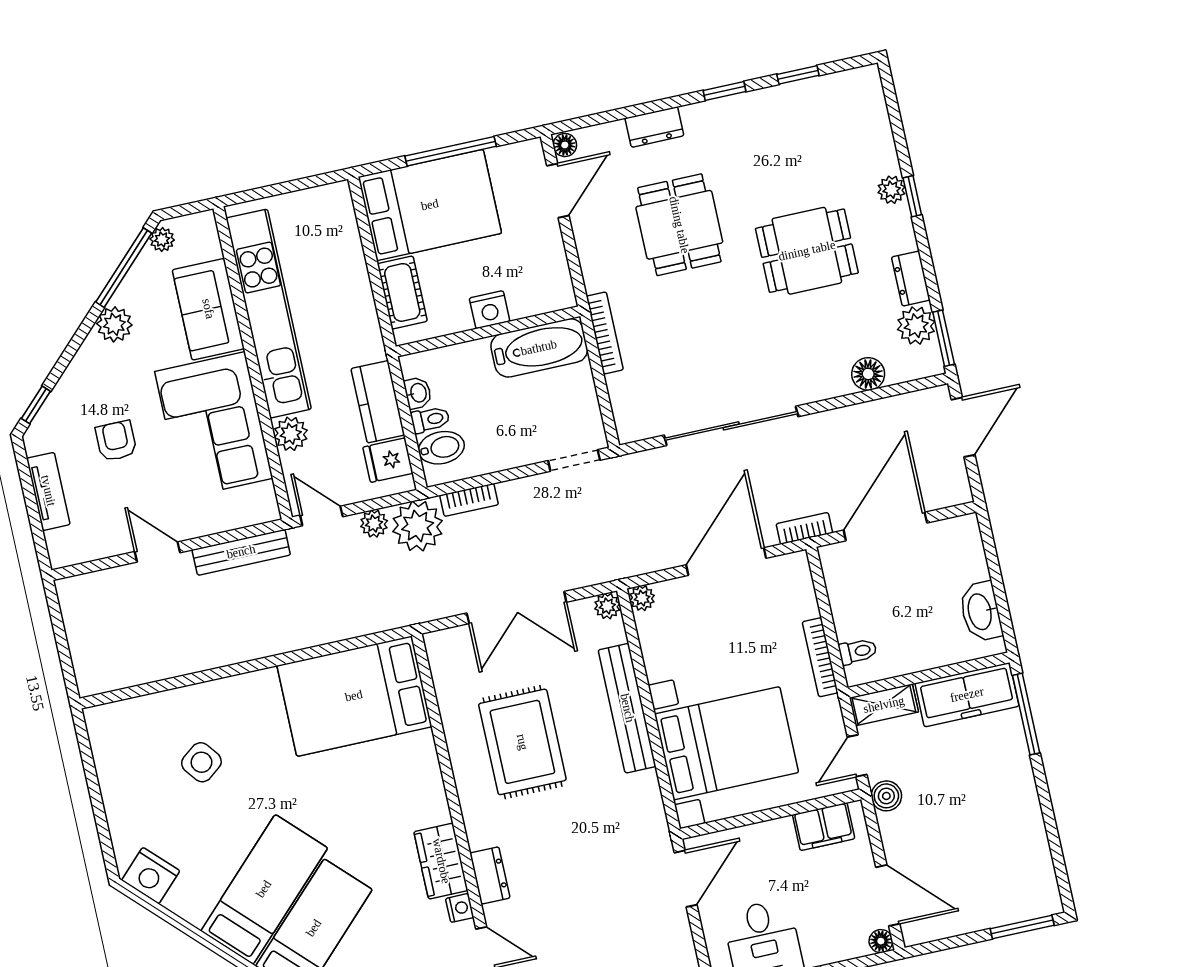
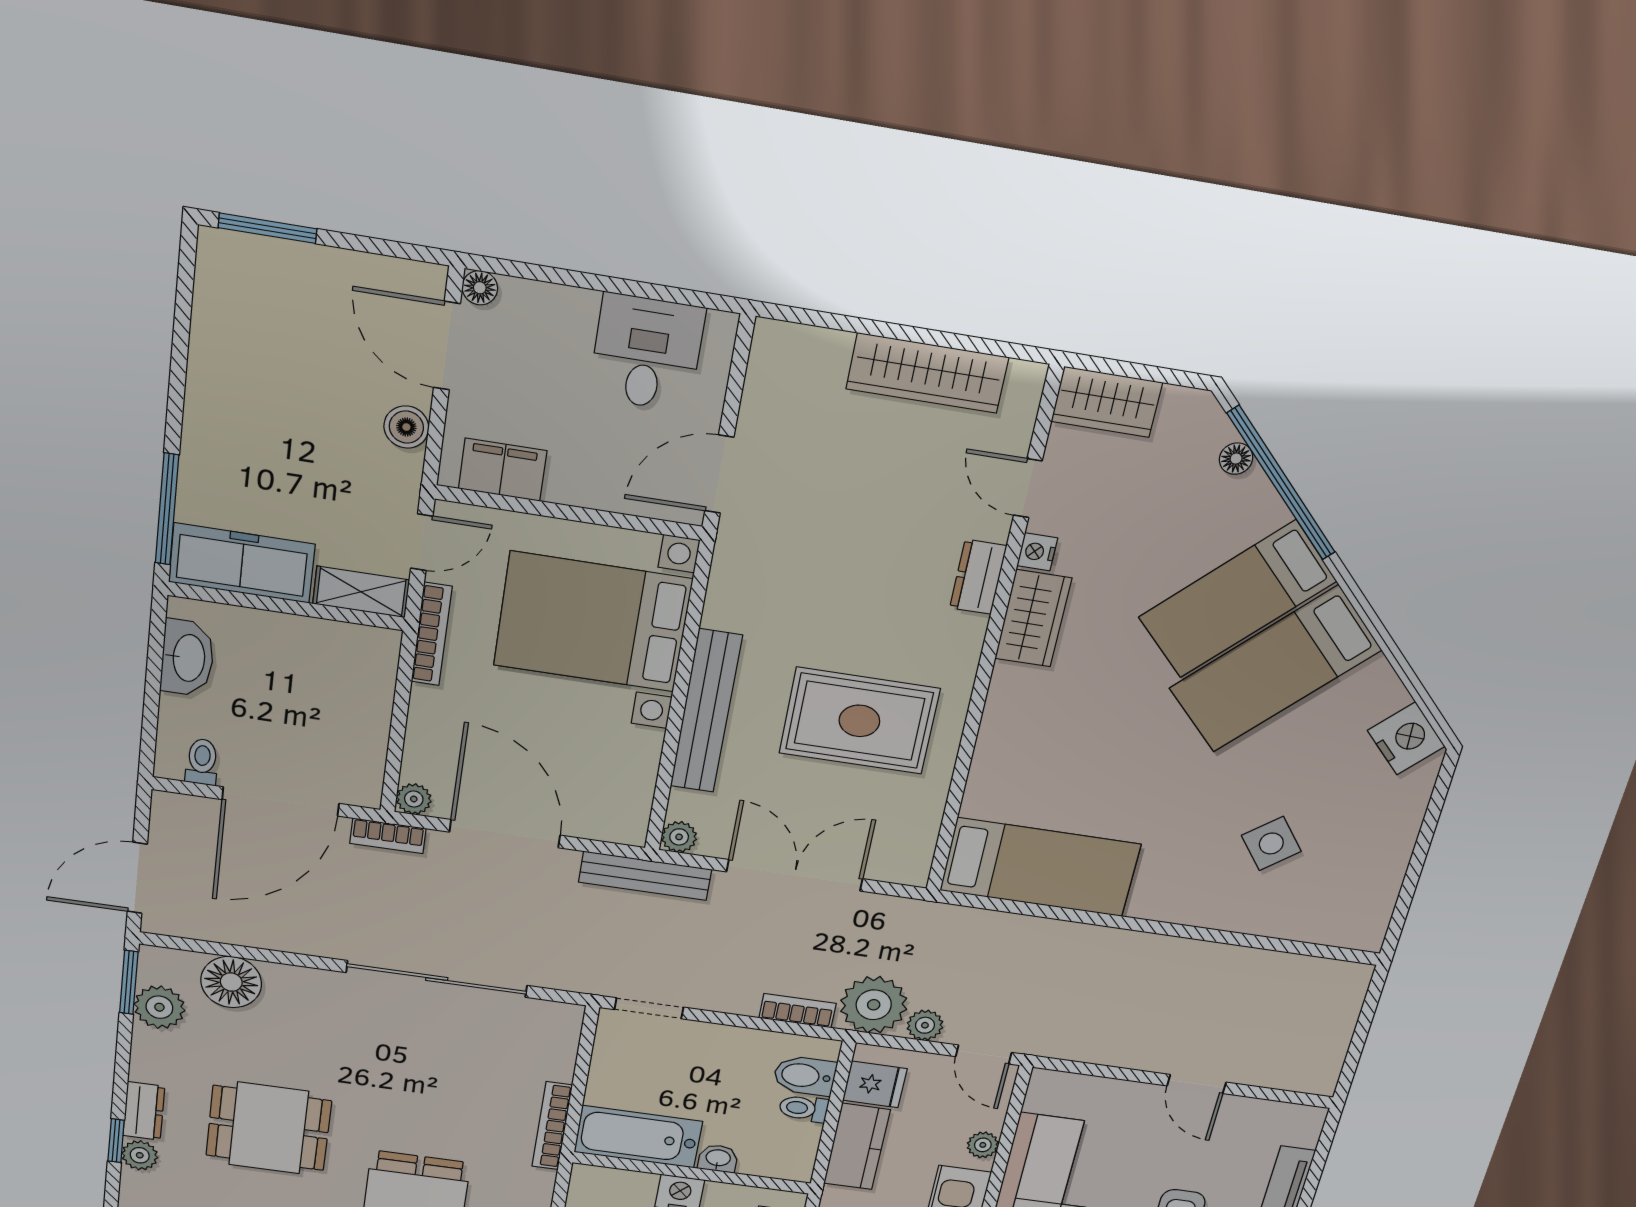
dresser: (911, 279) -> (144, 1111), moved
floor lamp: (868, 374) -> (231, 982), width x1.38, depth x1.38
washbasin: (418, 393) -> (718, 1158), moved, turned 90
plant: (291, 434) -> (983, 1145), width x0.73, depth x0.73
bench: (241, 552) -> (645, 876), moved
door: (726, 562) -> (505, 834), swing flipped
plant: (642, 598) -> (414, 799), moved
toilet: (858, 651) -> (202, 762), moved, turned 90
bookcase: (820, 657) -> (432, 634), moved
bed: (354, 696) -> (1040, 867), width x0.67
rug: (522, 742) -> (859, 721), turned 90
boiler: (886, 796) -> (406, 427), moved

